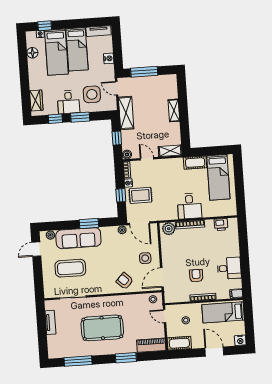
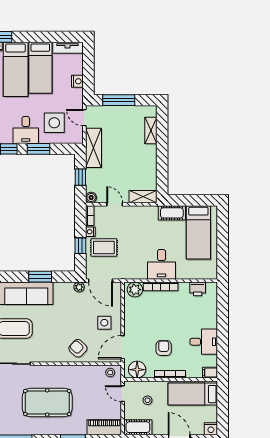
shelving: (174, 110) -> (151, 130), moved
floor lamp: (175, 295) -> (137, 370), added

